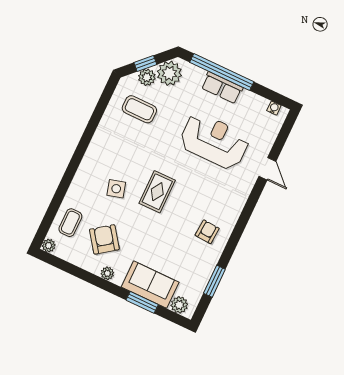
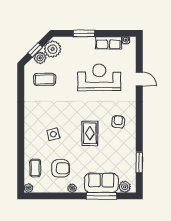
window: (222, 72) -> (84, 33), width x0.47
row of seats: (222, 88) -> (109, 43), moved
rug: (157, 192) -> (90, 133), moved
armchair: (207, 232) -> (118, 122), moved
armchair: (104, 239) -> (61, 168), turned 126
window: (142, 302) -> (102, 196), width x1.44

